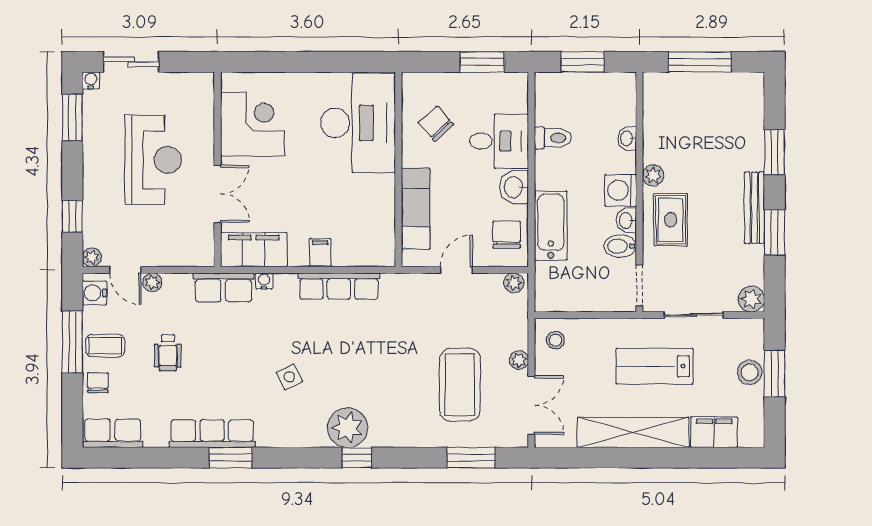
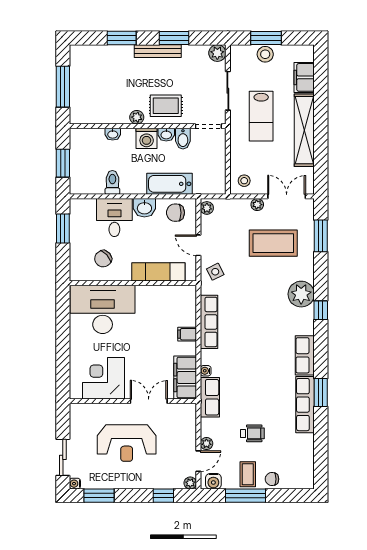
reception desk: (153, 160) -> (127, 443), turned 180
side table: (289, 377) -> (215, 272), moved
plant: (348, 428) -> (301, 294), moved
row of seats: (113, 433) -> (305, 355), moved

